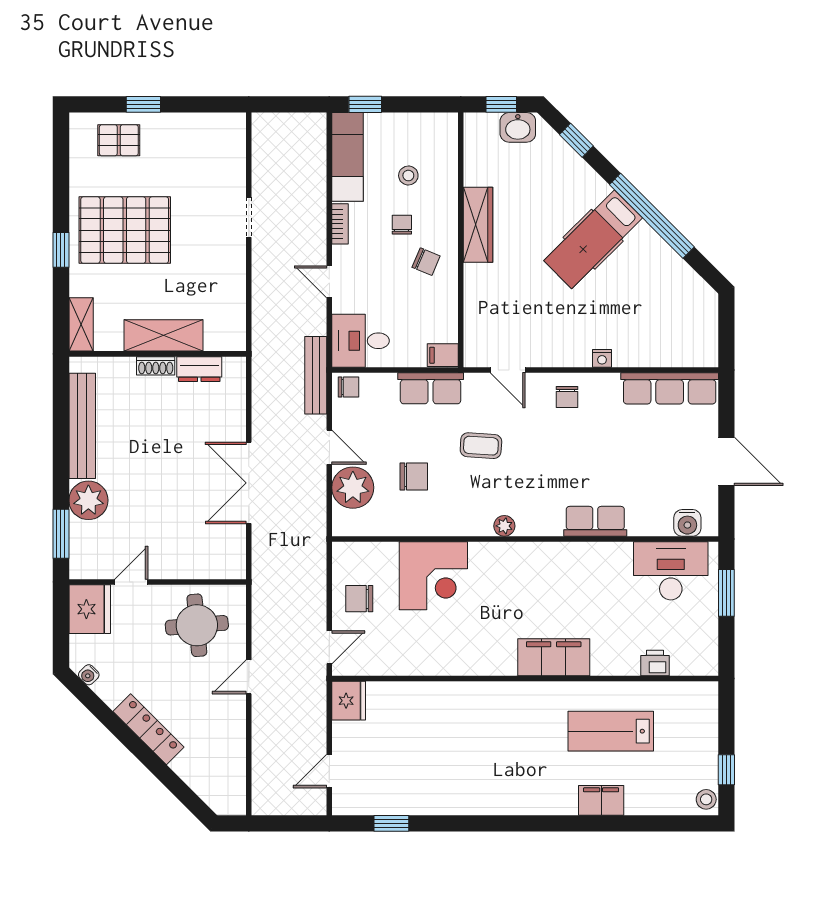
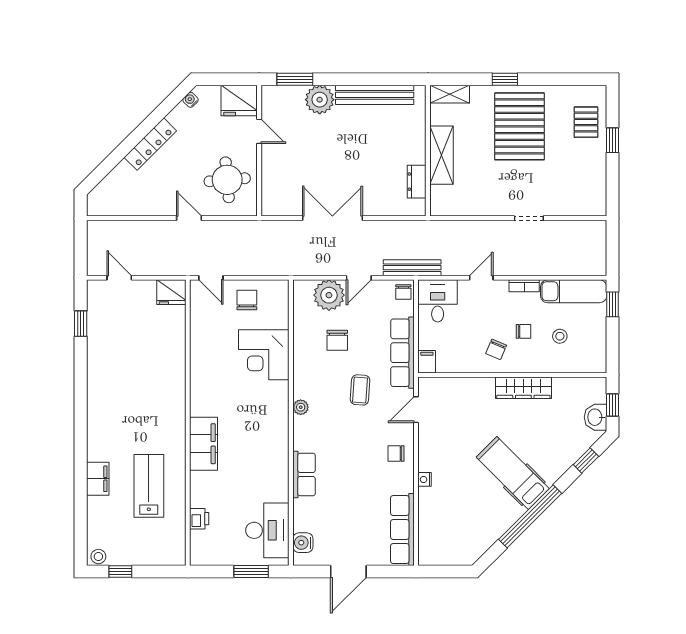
shoe rack: (156, 366) -> (419, 149), removed
row of seats: (431, 388) -> (402, 353), width x1.48

